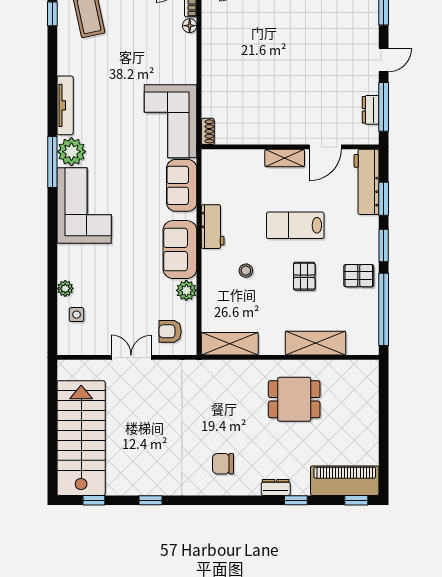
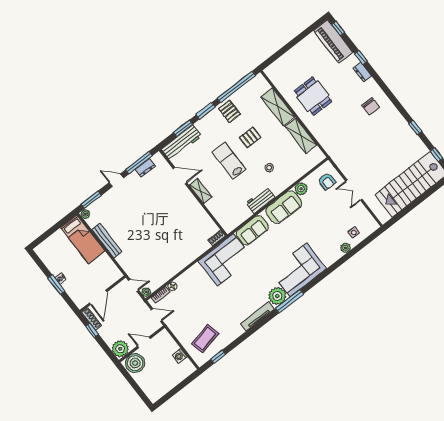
lab bench: (295, 225) -> (229, 161), turned 180
shelving: (230, 344) -> (301, 136), moved

